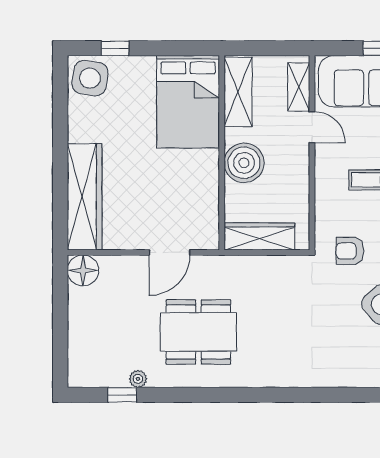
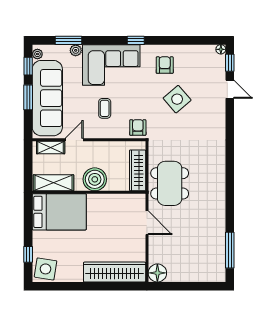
armchair: (350, 251) -> (138, 128), moved, turned 180
dining table: (198, 332) -> (170, 183), moved
plant: (138, 379) -> (220, 241), removed
window: (122, 395) -> (230, 250), width x2.17

